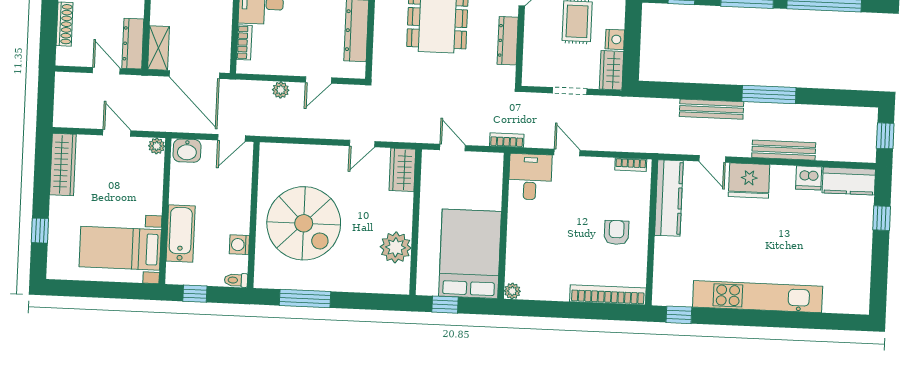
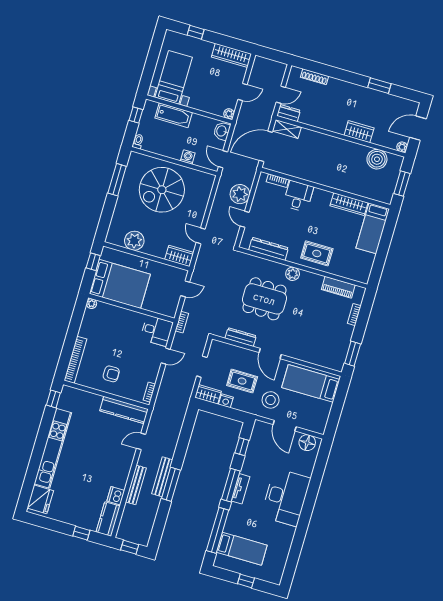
dresser: (133, 44) -> (289, 113), width x0.70
plant: (281, 90) -> (240, 194), width x1.87, depth x1.87
bench: (711, 109) -> (162, 477), moved
fridge: (749, 181) -> (40, 499), moved, turned 180
washing machine: (239, 245) -> (188, 157), moved

